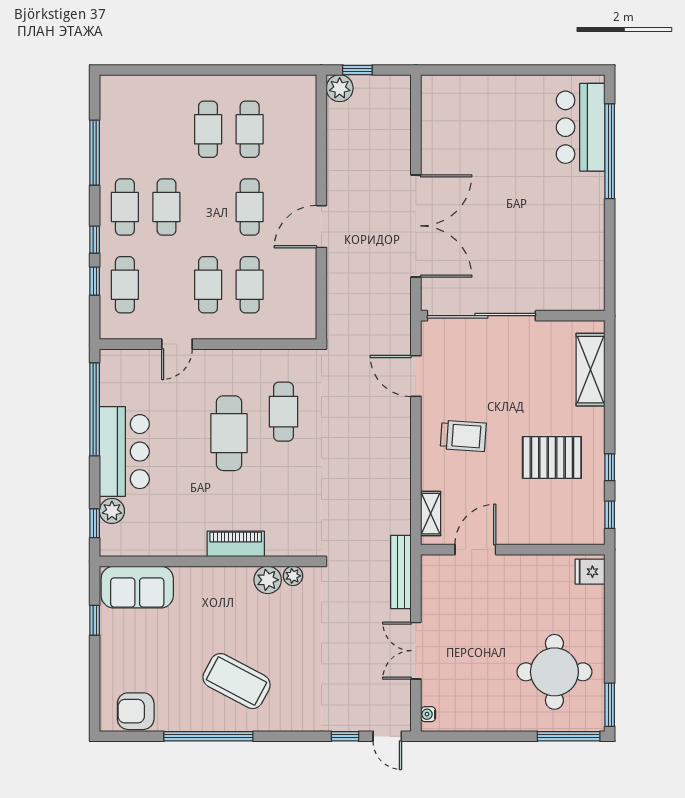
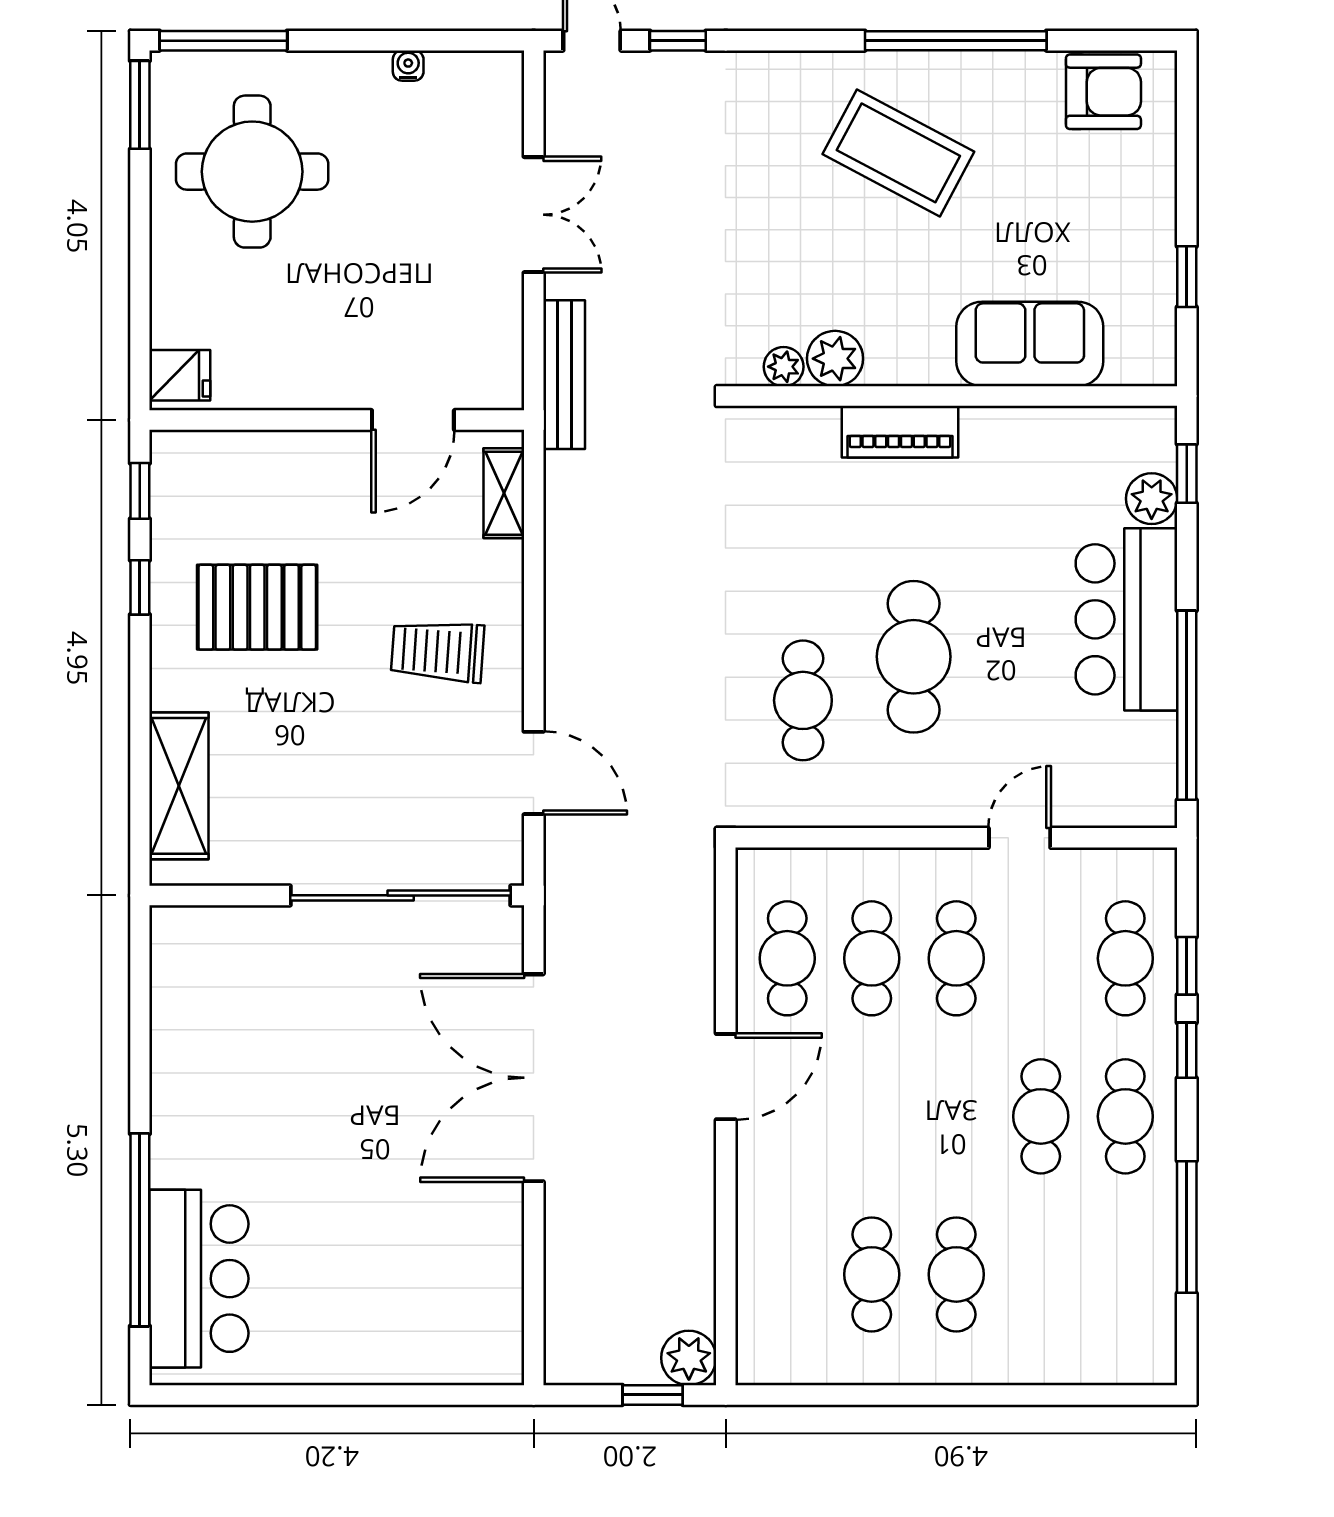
cafe table: (250, 207) -> (787, 958), moved
sofa: (137, 587) -> (1030, 344), moved
water cooler: (428, 714) -> (408, 66), moved, turned -90

